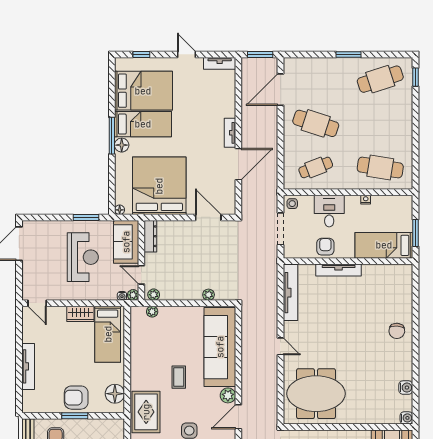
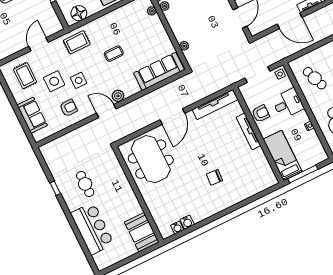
window: (415, 233) -> (303, 174), width x1.44
chair: (397, 331) -> (214, 177), moved
door: (280, 346) -> (172, 117), width x1.88
sofa: (220, 347) -> (159, 71), width x0.74, depth x0.79
rug: (146, 412) -> (77, 42), width x0.73, depth x0.70
water cooler: (406, 418) -> (177, 228), moved

